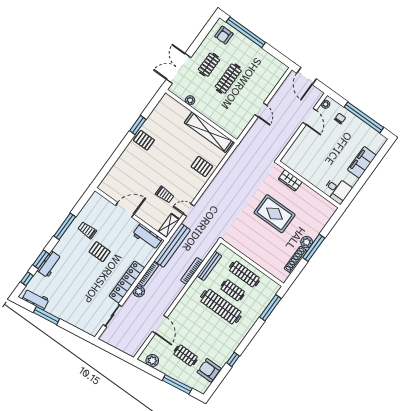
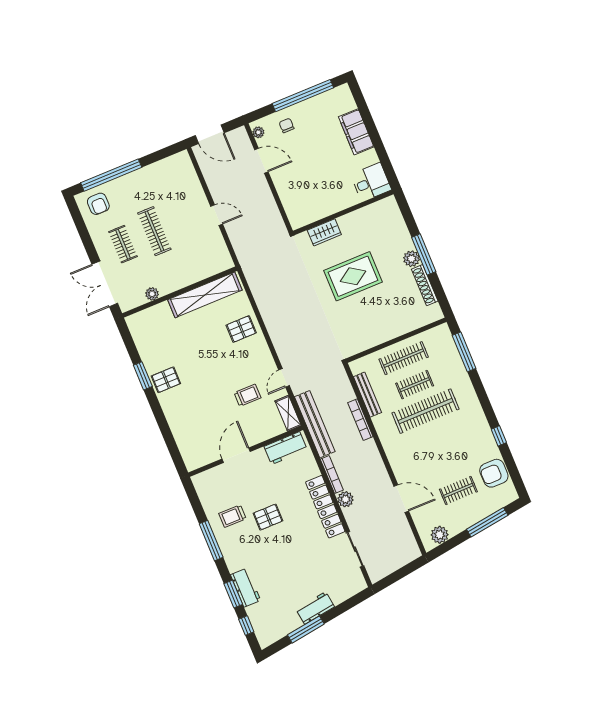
workbench: (36, 299) -> (315, 608), moved

